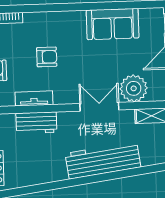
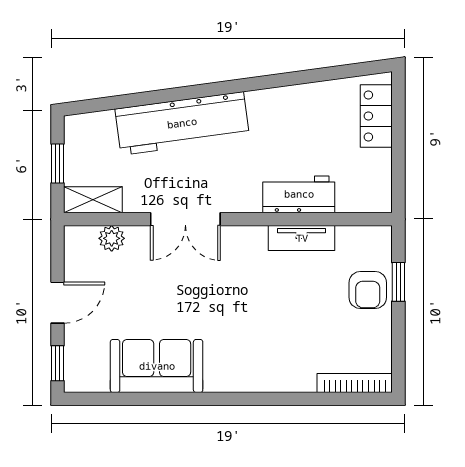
armchair: (47, 57) -> (276, 311), removed
plant: (134, 88) -> (112, 238), width x0.53, depth x0.53

